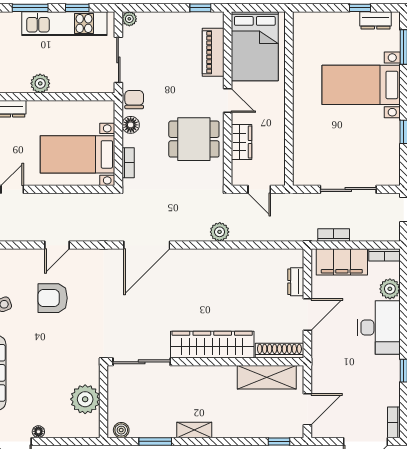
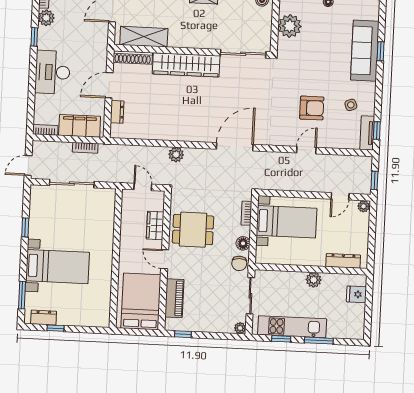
plant: (390, 289) -> (46, 18), moved

